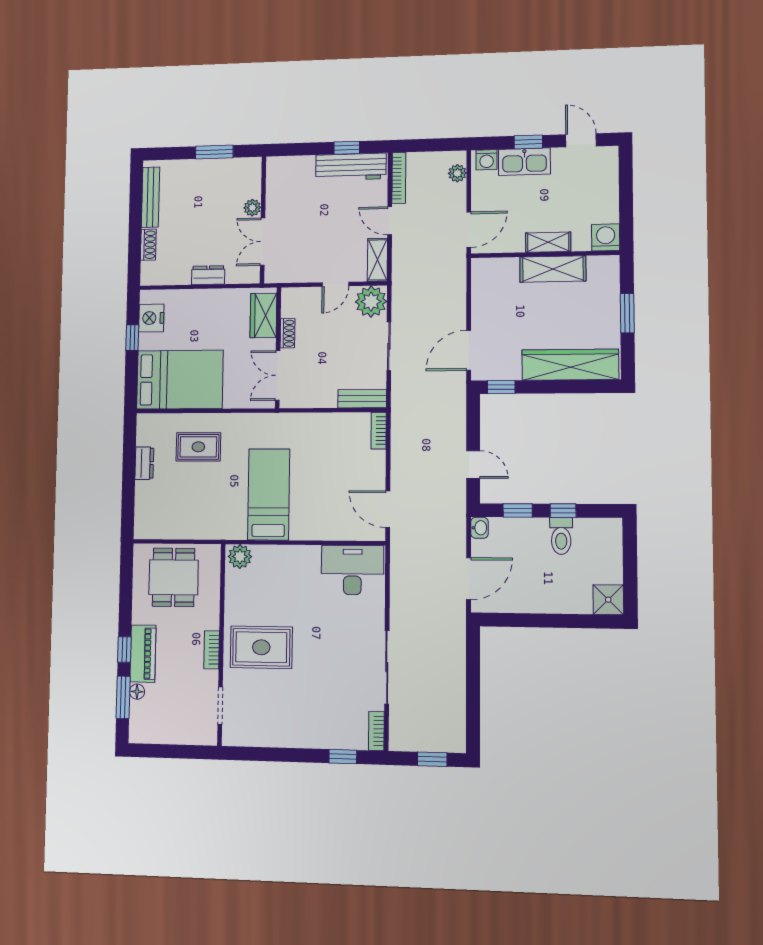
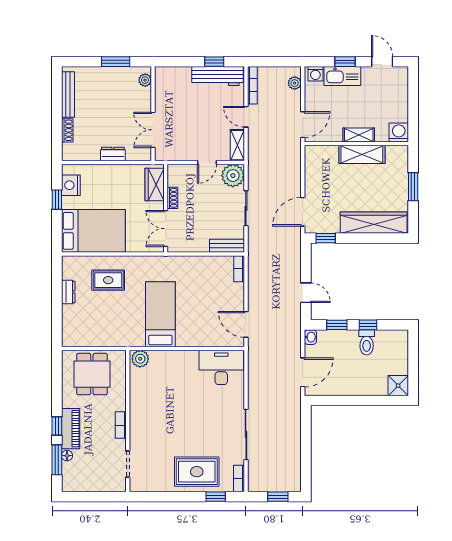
plant: (252, 208) -> (145, 80), moved
rug: (261, 647) -> (197, 472), moved

